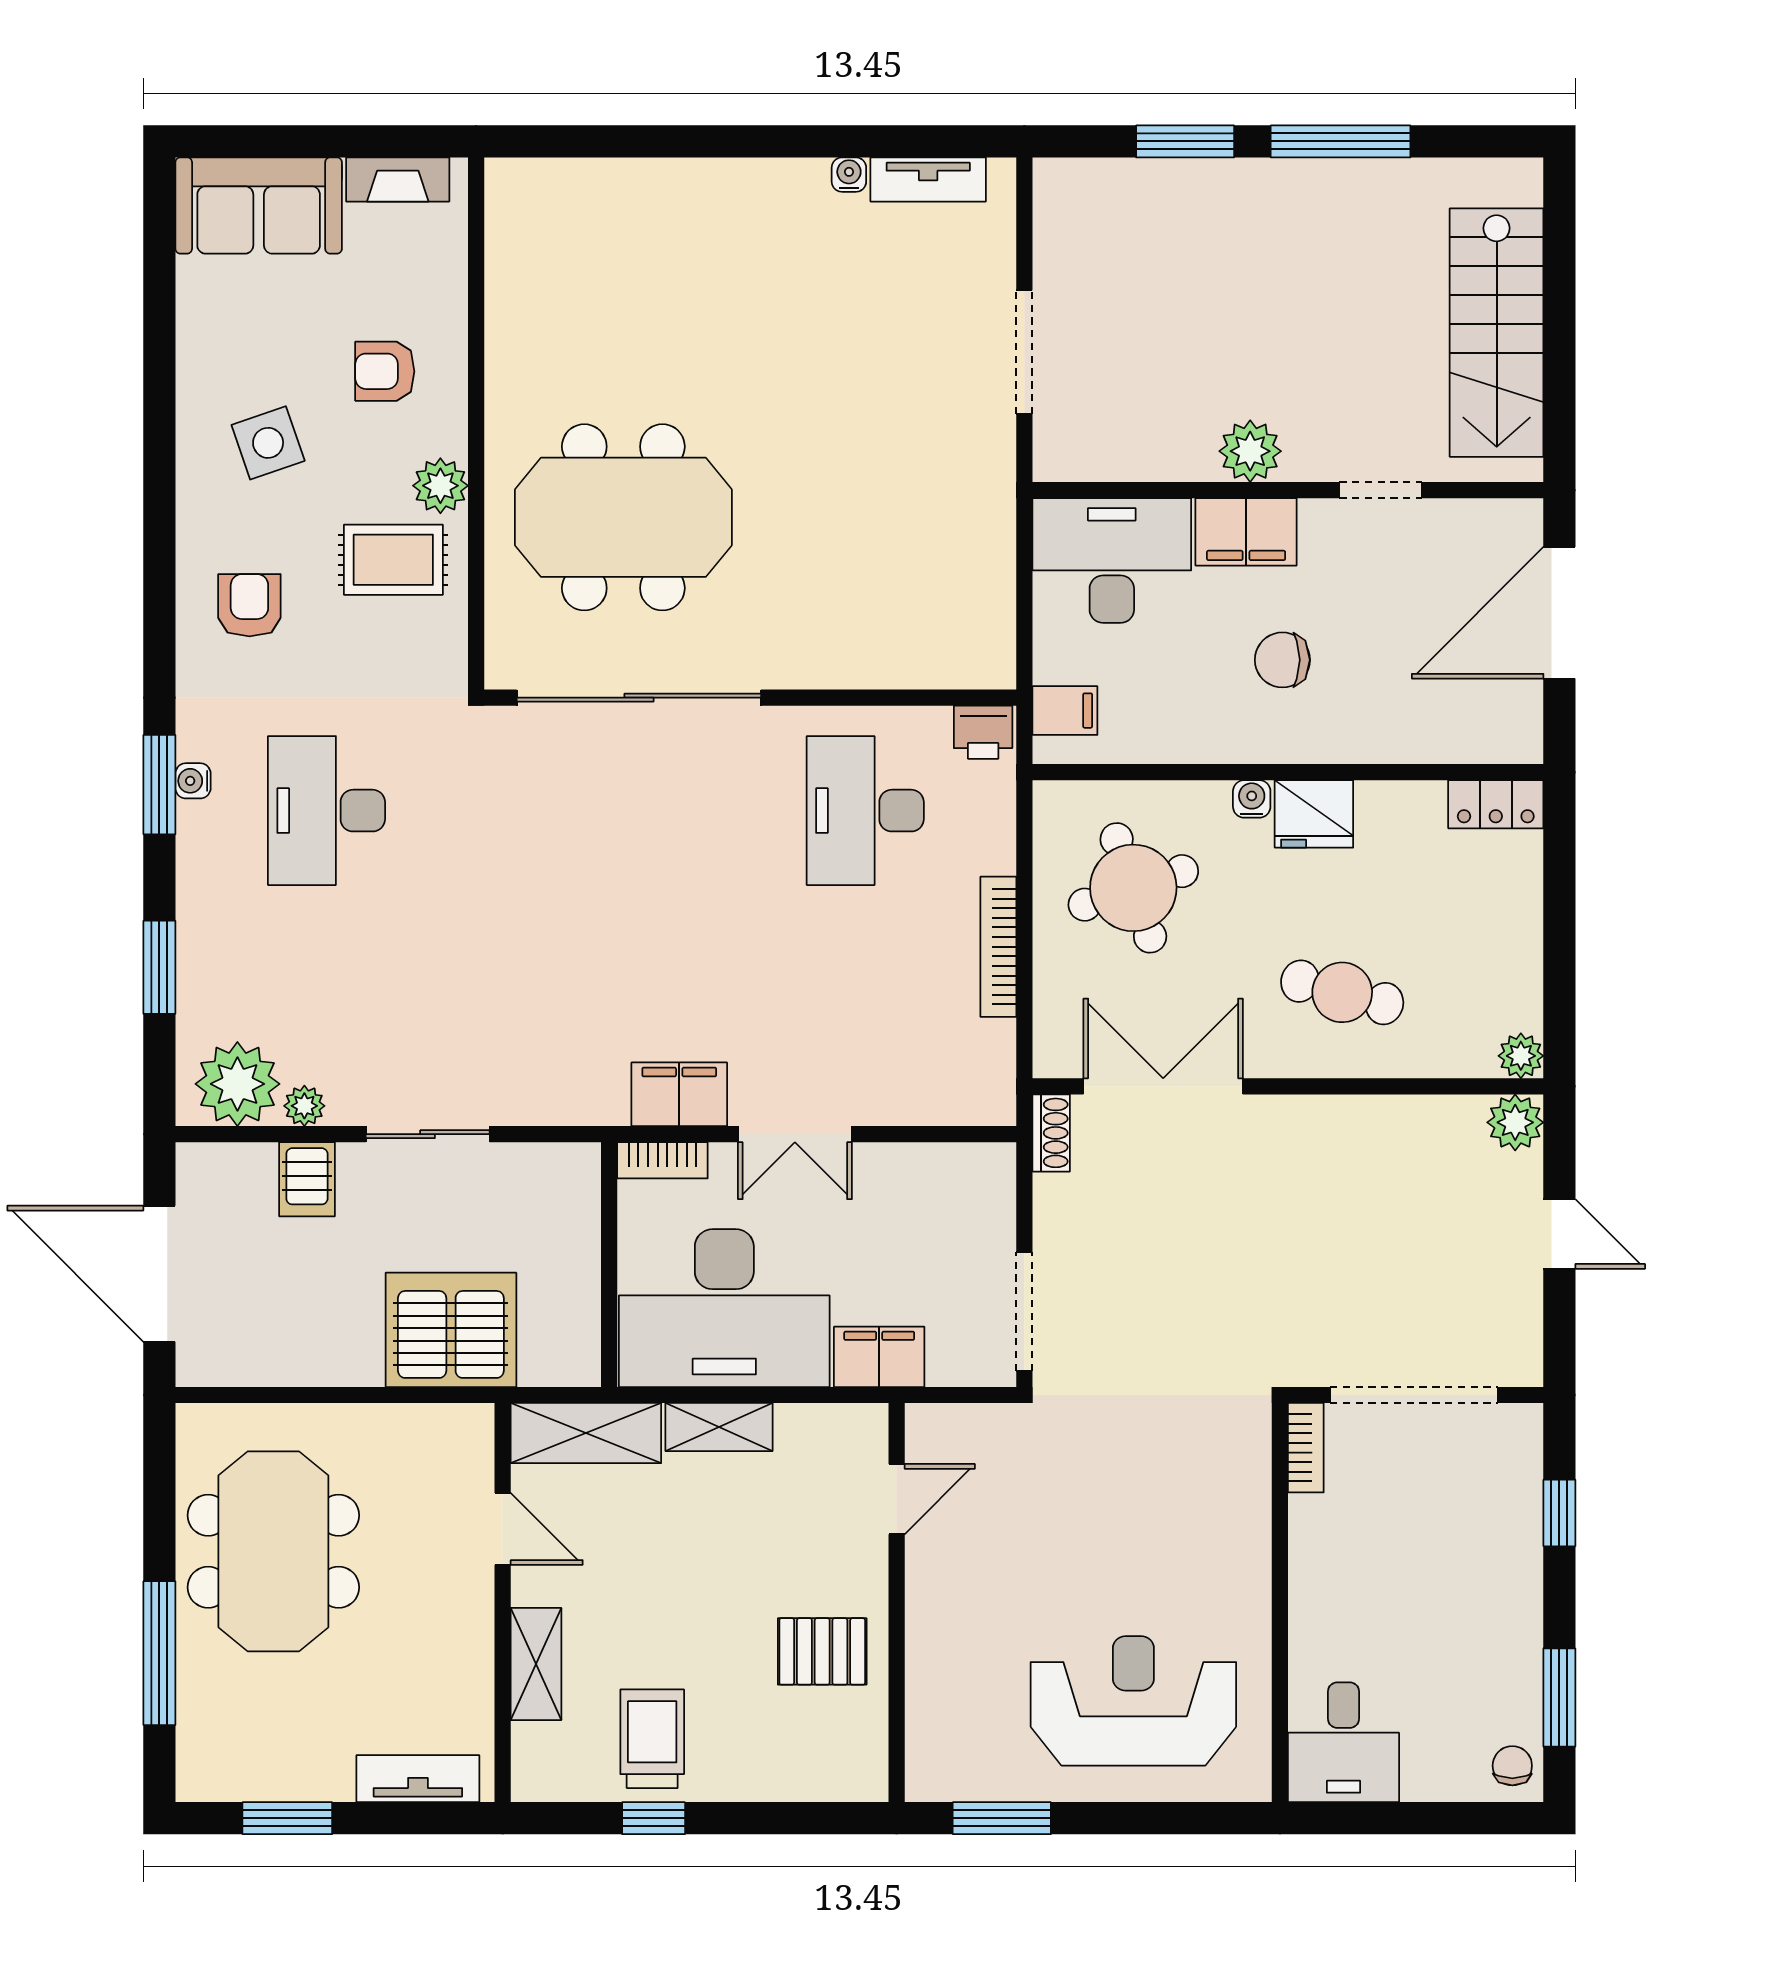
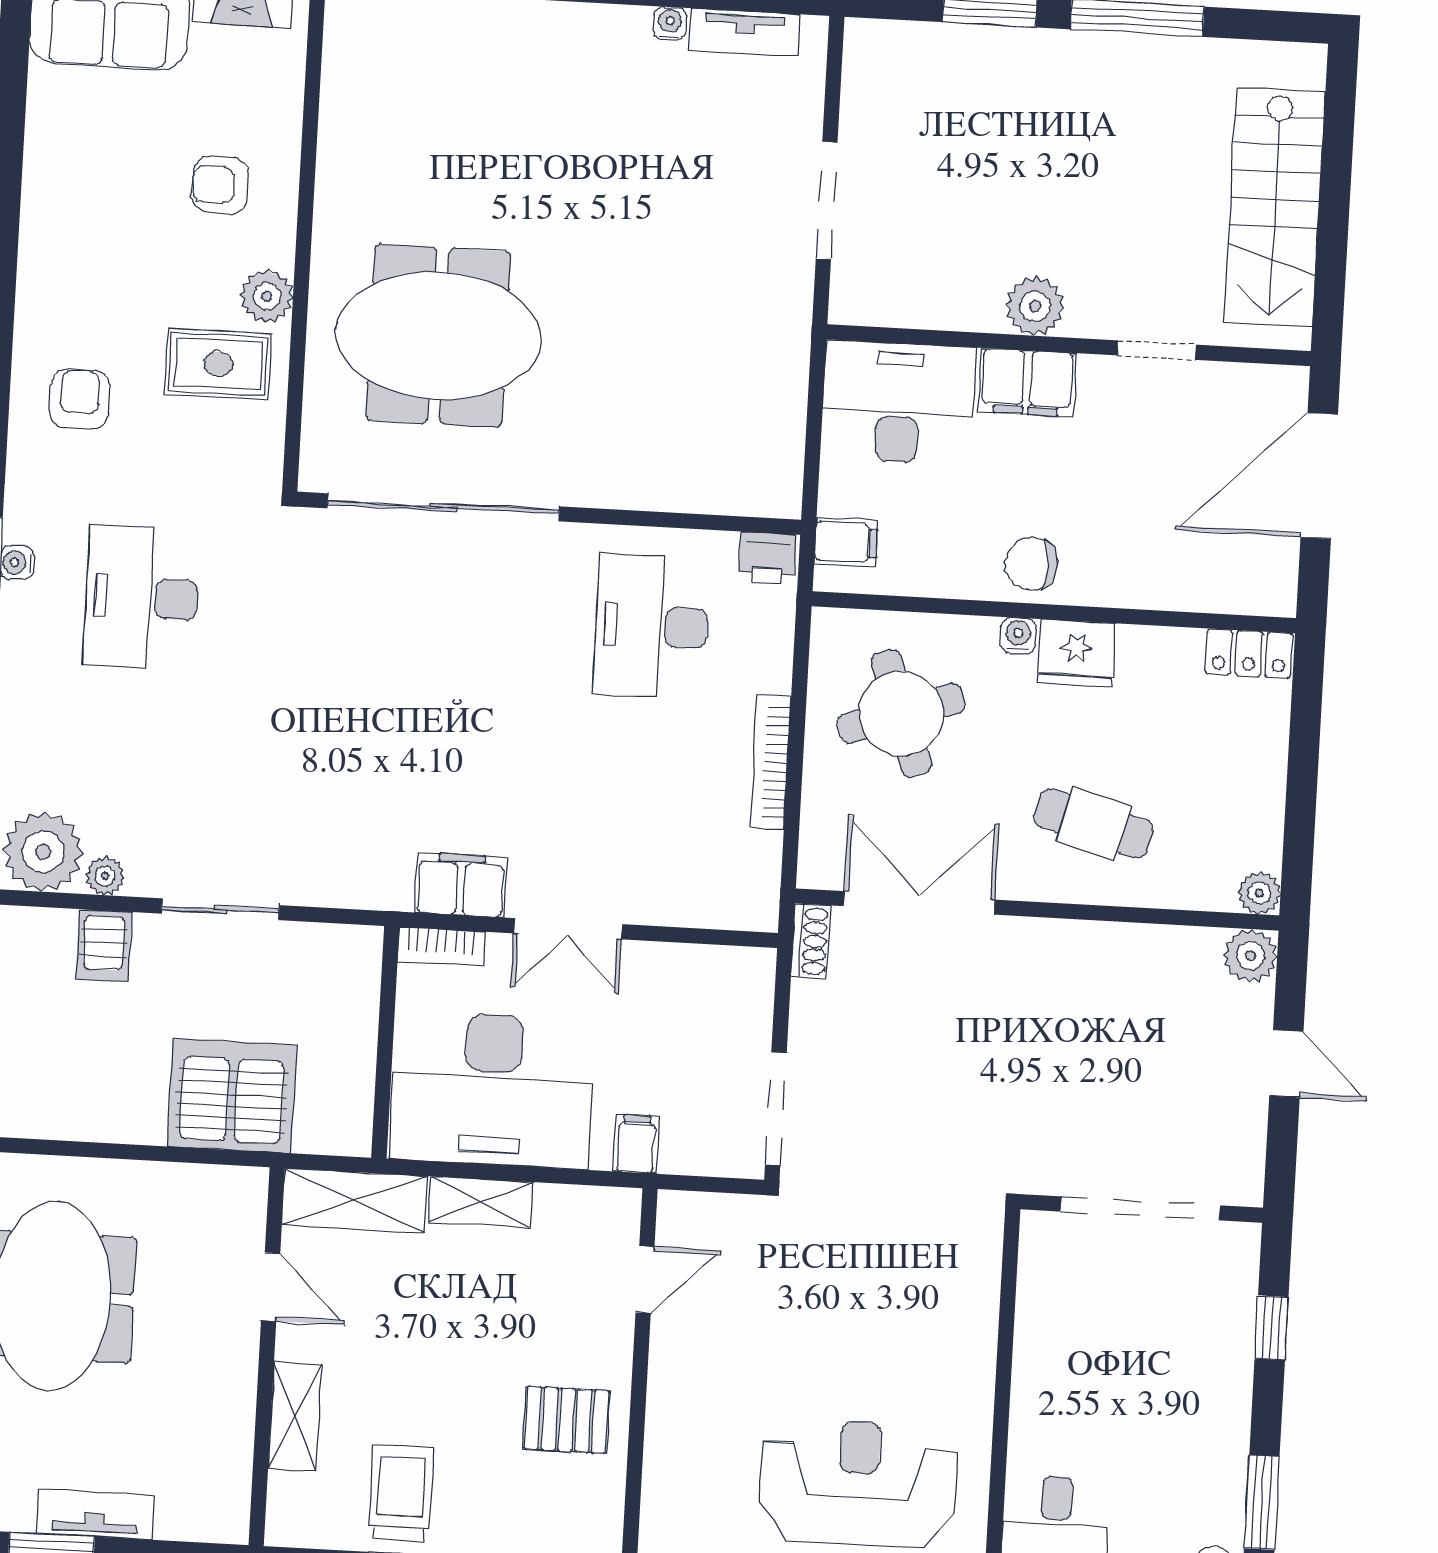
side table: (268, 443) -> (106, 247), removed
chair: (1282, 660) -> (1031, 564), moved
filing cabinet: (879, 1357) -> (636, 1144), width x0.50
bookcase: (1306, 1448) -> (1035, 1253), removed
tv unit: (418, 1779) -> (95, 1514), moved

